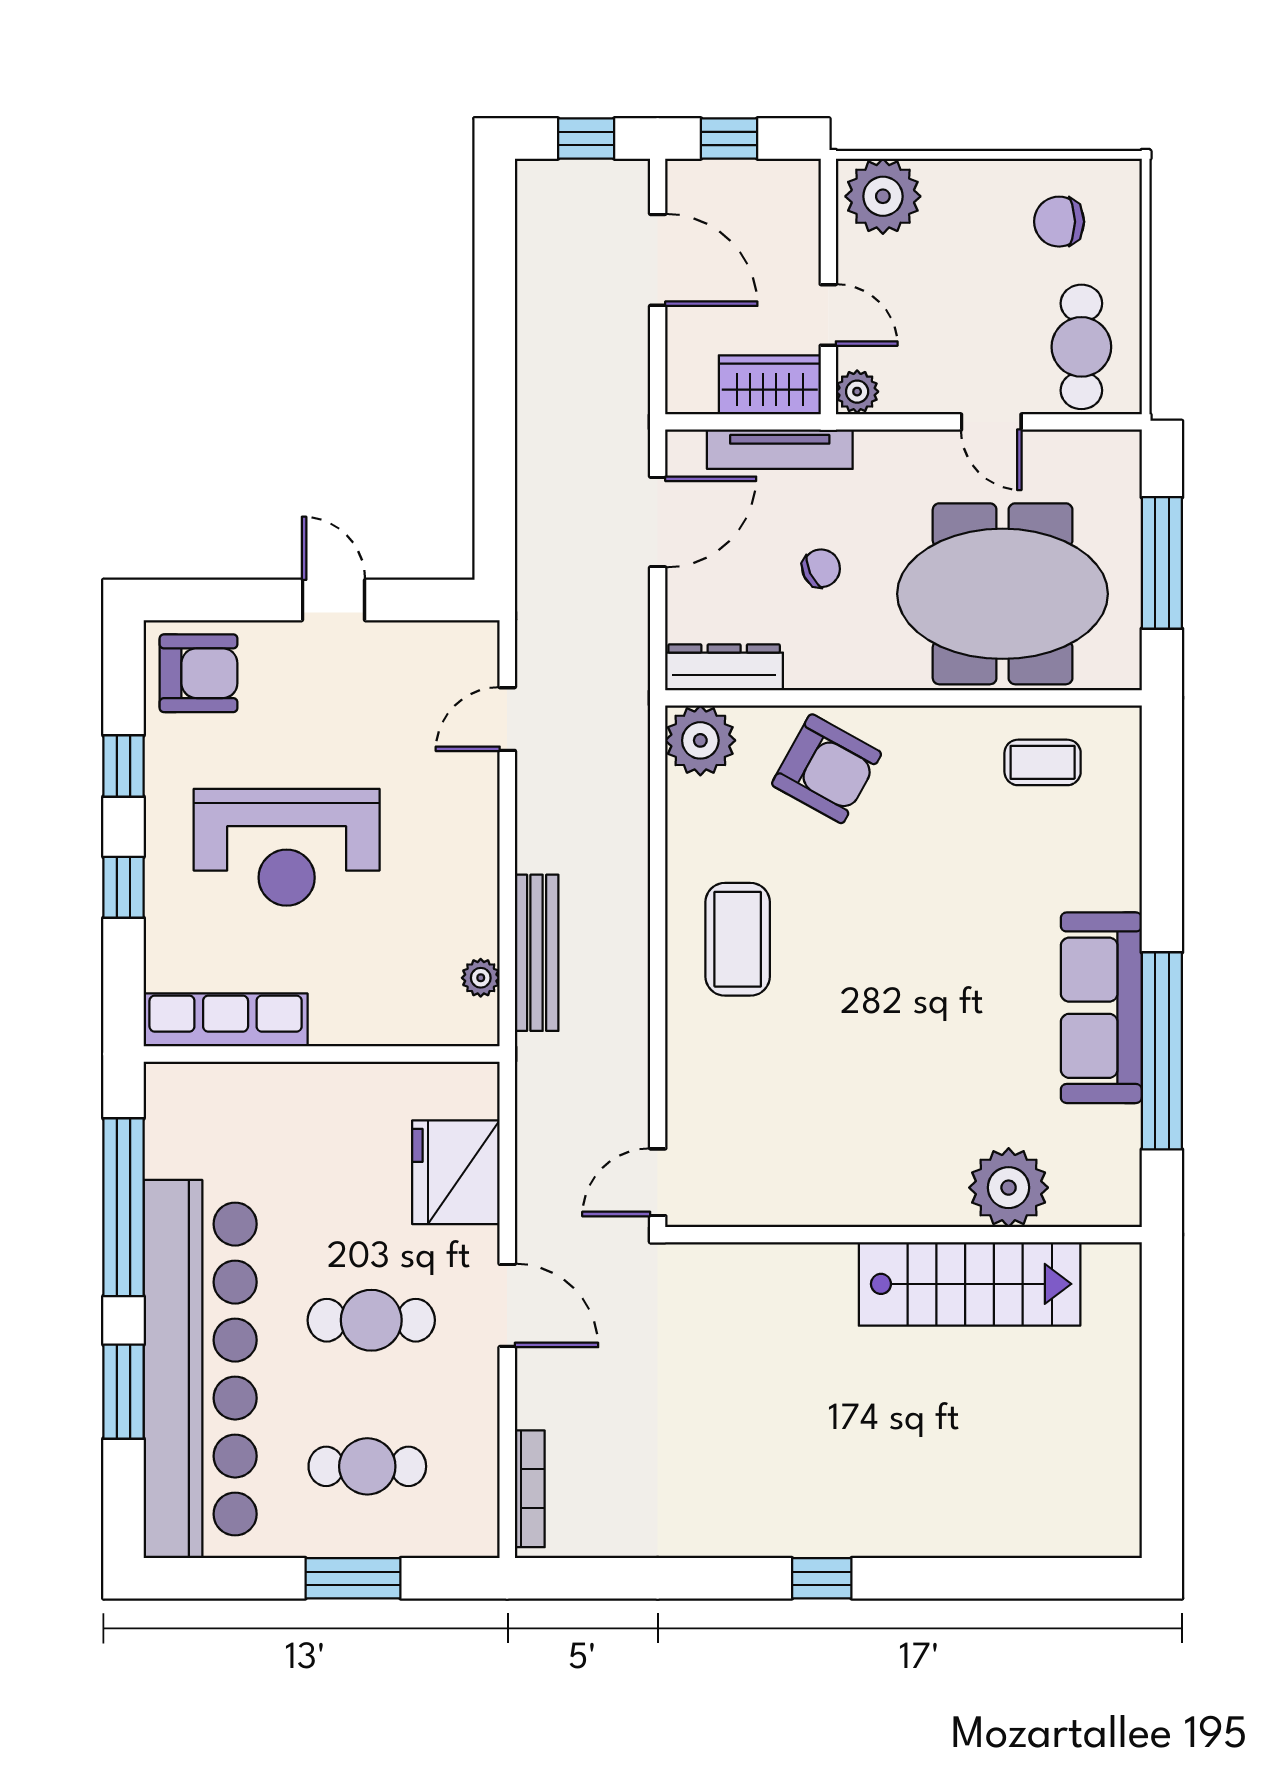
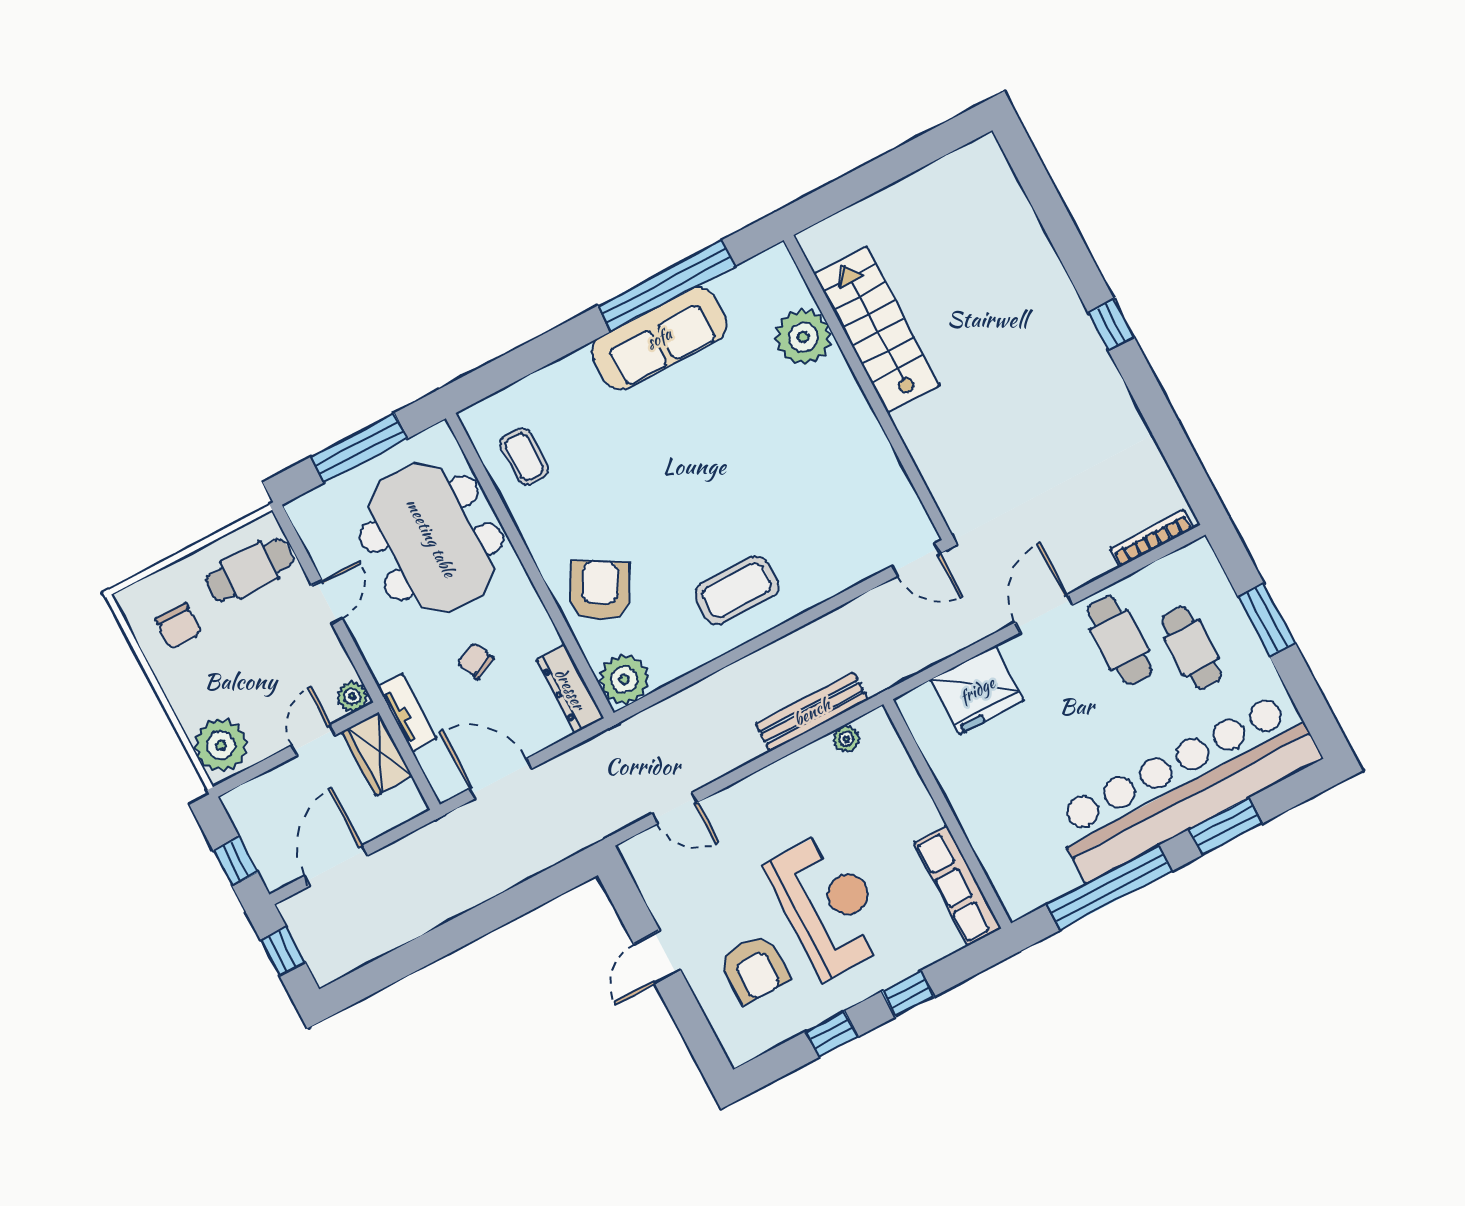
tv unit: (780, 449) -> (407, 713), width x0.71
armchair: (199, 673) -> (754, 968), moved, turned 180
cafe table: (371, 1320) -> (1119, 640), moved

